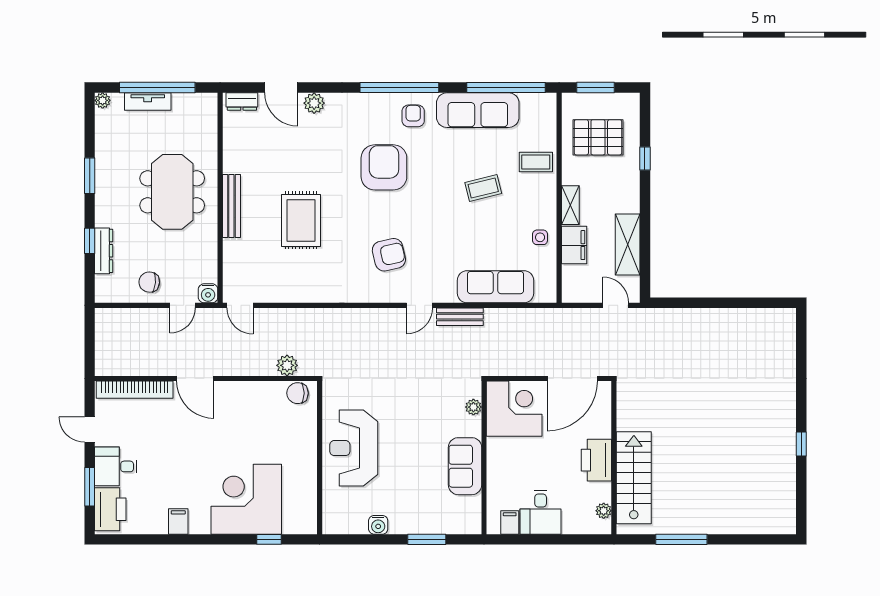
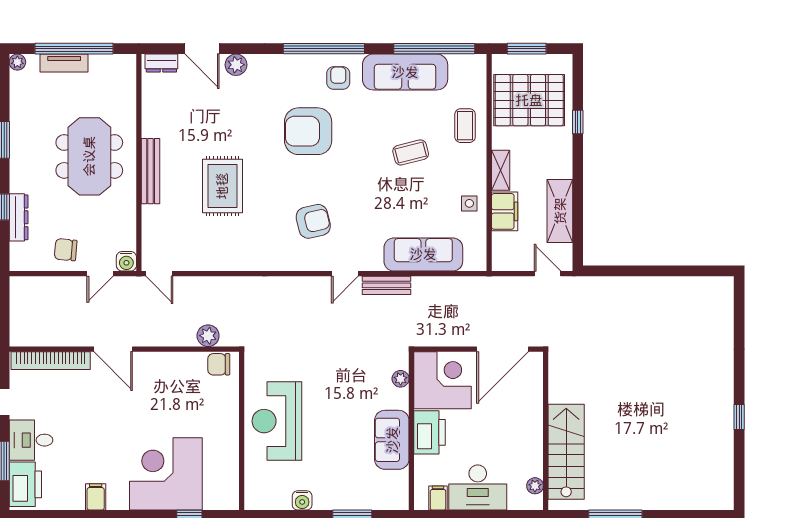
pallet: (598, 137) -> (529, 100), width x1.37, depth x1.41
coffee table: (536, 162) -> (465, 126), turned 90
armchair: (384, 167) -> (308, 131), turned -90
printer: (596, 460) -> (430, 432), moved, turned 180
desk: (541, 512) -> (478, 488), width x1.37

